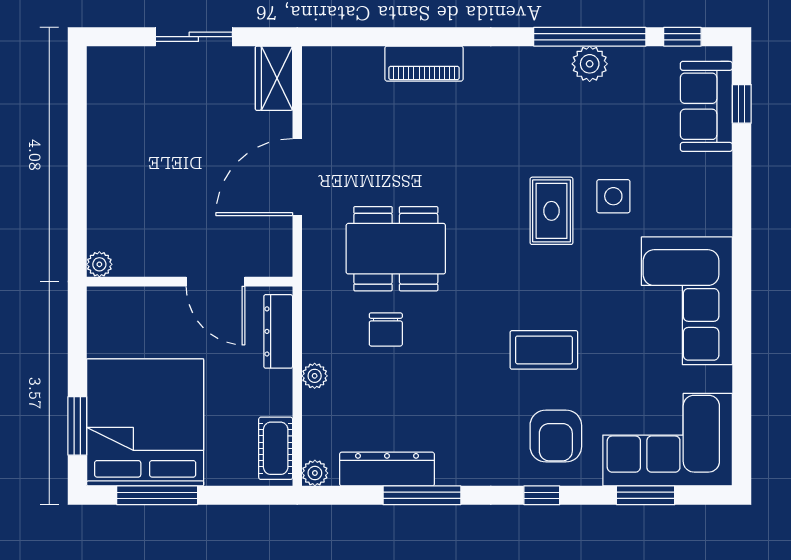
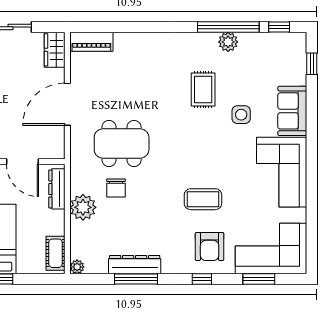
piano: (424, 64) -> (91, 42), moved
sofa: (706, 106) -> (292, 111), moved
rug: (551, 211) -> (203, 89), moved
plant: (315, 376) -> (83, 207), width x1.88, depth x1.88
dresser: (387, 469) -> (135, 265), moved

